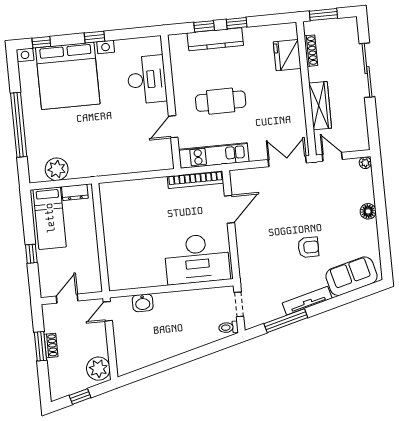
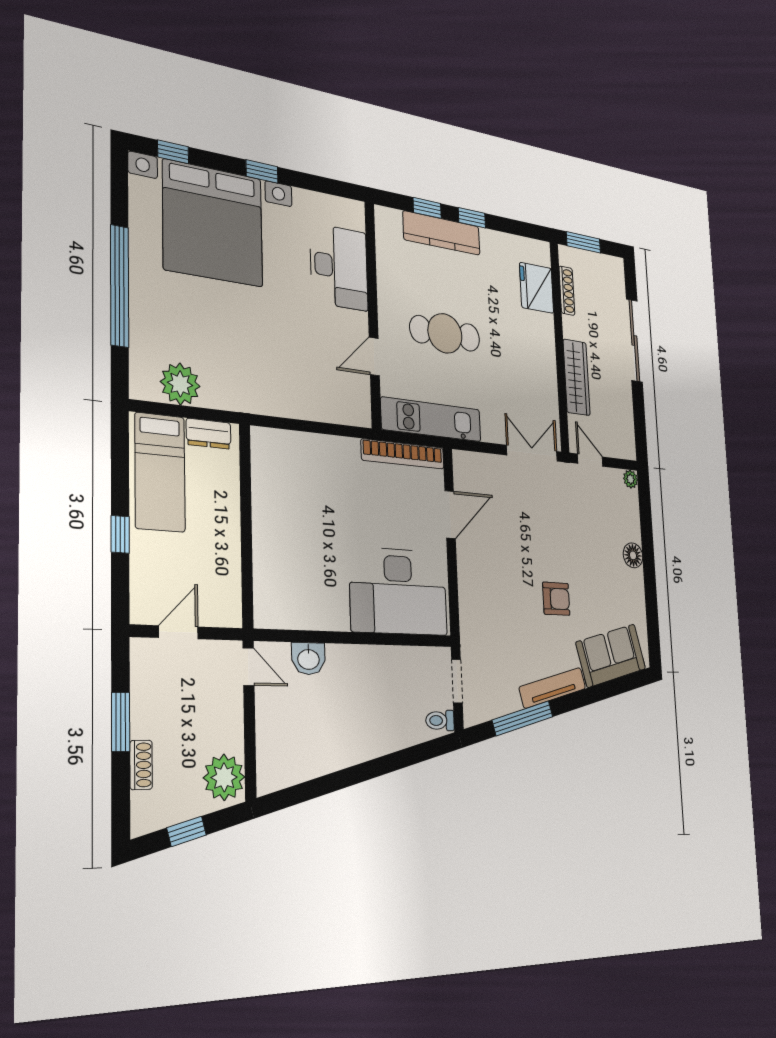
door: (108, 311) -> (249, 667), swing flipped
shoe rack: (51, 346) -> (141, 765), moved

